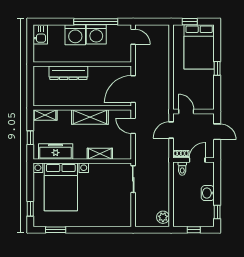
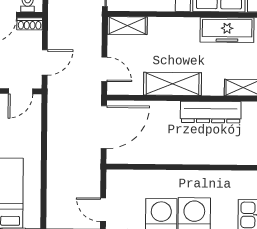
dresser: (68, 73) -> (211, 112), moved, turned 180
door: (186, 111) -> (21, 91), hinge flipped
shelving: (100, 154) -> (127, 26), moved

